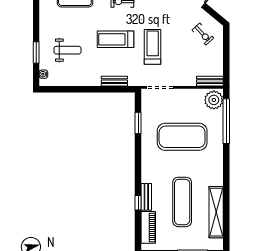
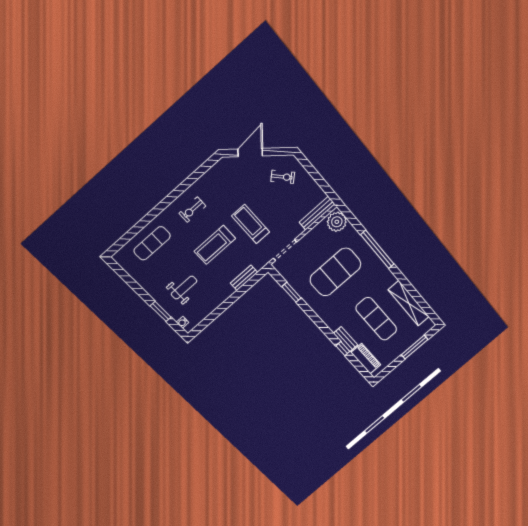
bench: (210, 81) -> (317, 213), width x1.36
window: (226, 121) -> (377, 249), moved

